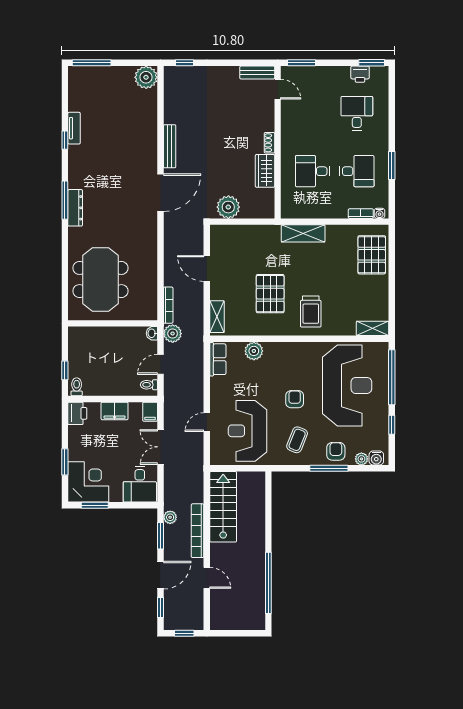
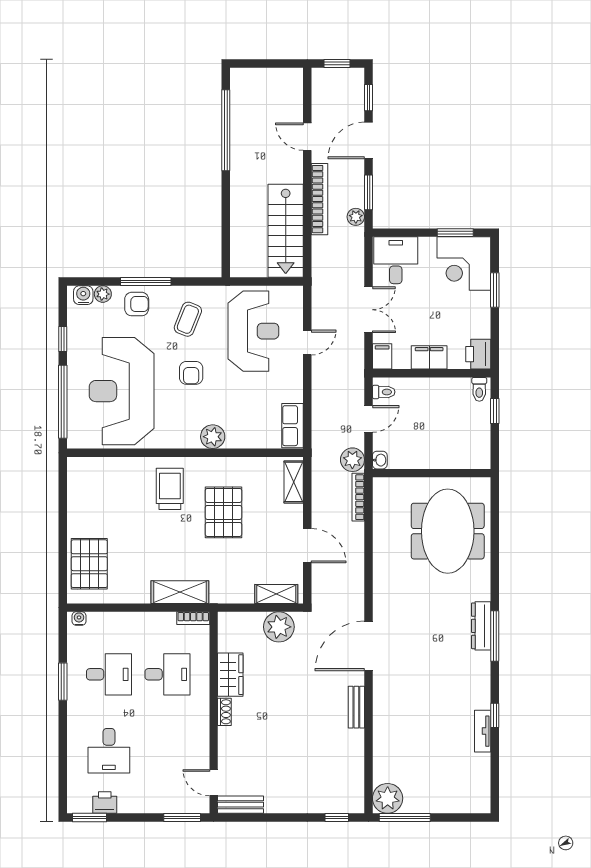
window: (92, 63) -> (405, 817), moved
bench: (170, 146) -> (356, 707), width x0.73
desk: (357, 171) -> (109, 674), turned 180
bookcase: (361, 214) -> (193, 618), moved
shelving: (373, 328) -> (276, 594), moved
plant: (254, 351) -> (213, 437), moved
armchair: (336, 451) -> (137, 304), turned -90

